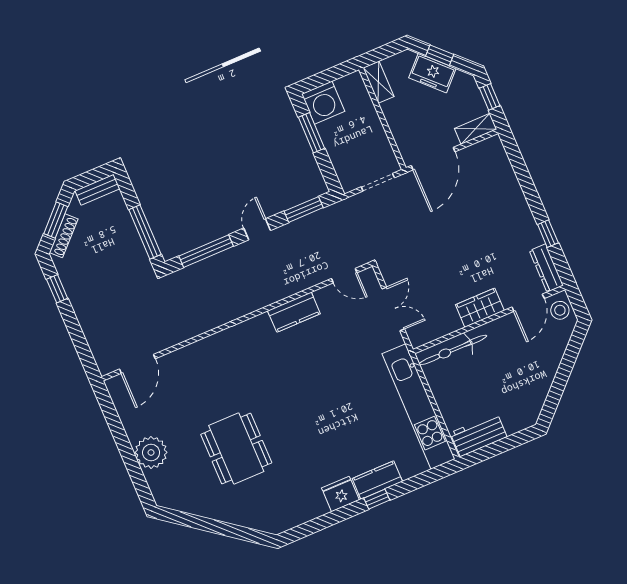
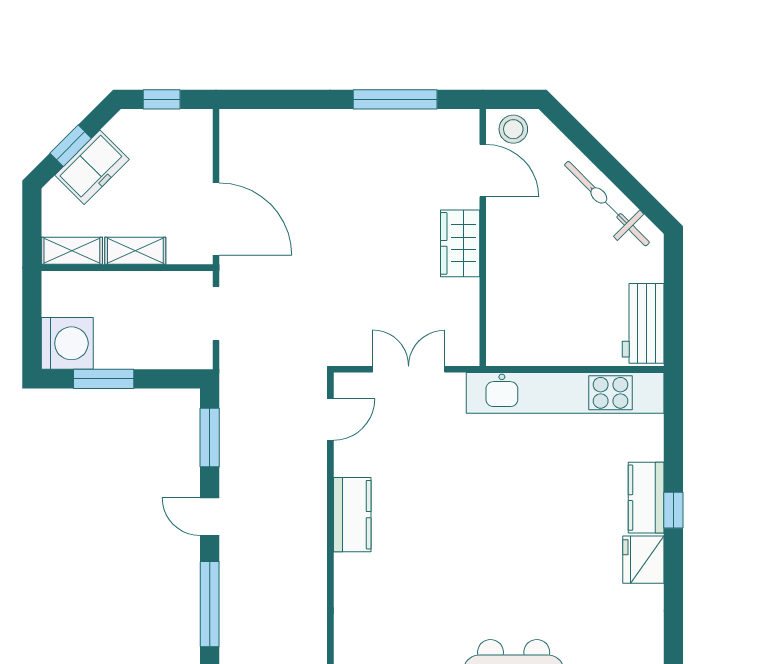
shelving: (476, 129) -> (135, 251), moved, turned 90
window: (548, 234) -> (395, 99), width x2.17
dresser: (546, 268) -> (444, 123), removed
bicycle: (453, 350) -> (607, 204), moved, turned 135

